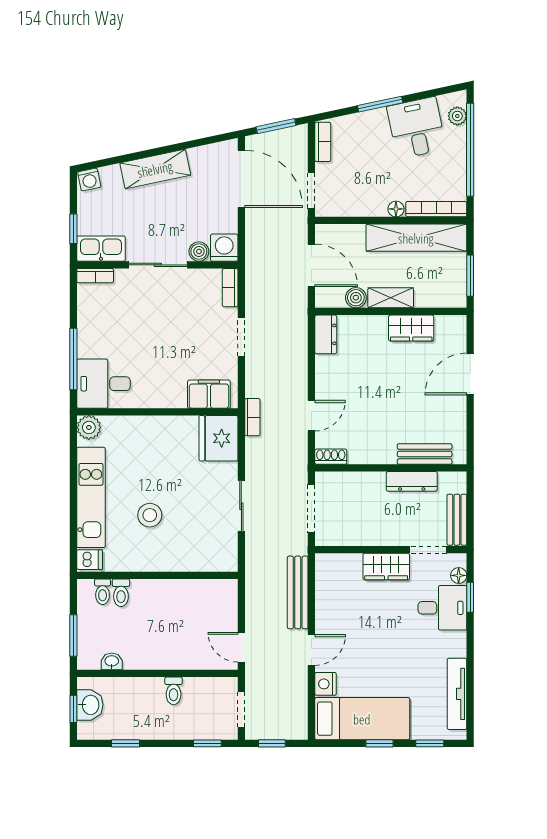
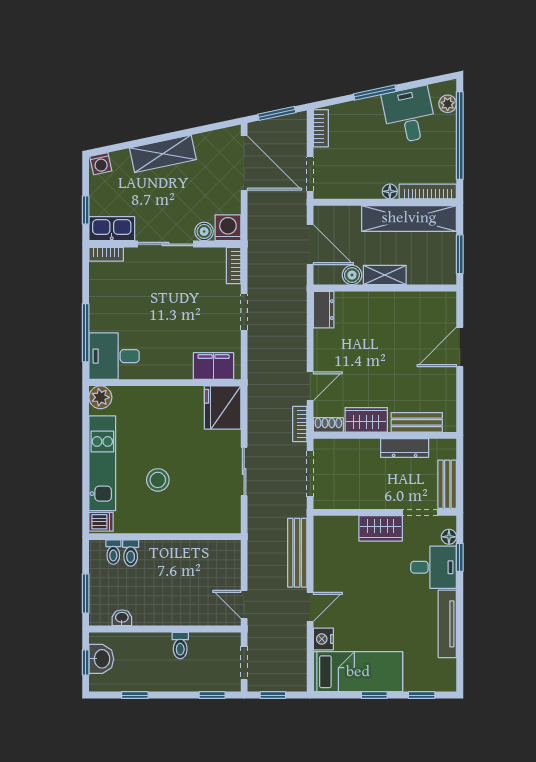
wardrobe: (411, 328) -> (366, 420), moved, turned 180
bookcase: (252, 417) -> (300, 424), moved, turned 180
tv unit: (457, 694) -> (447, 624), moved

